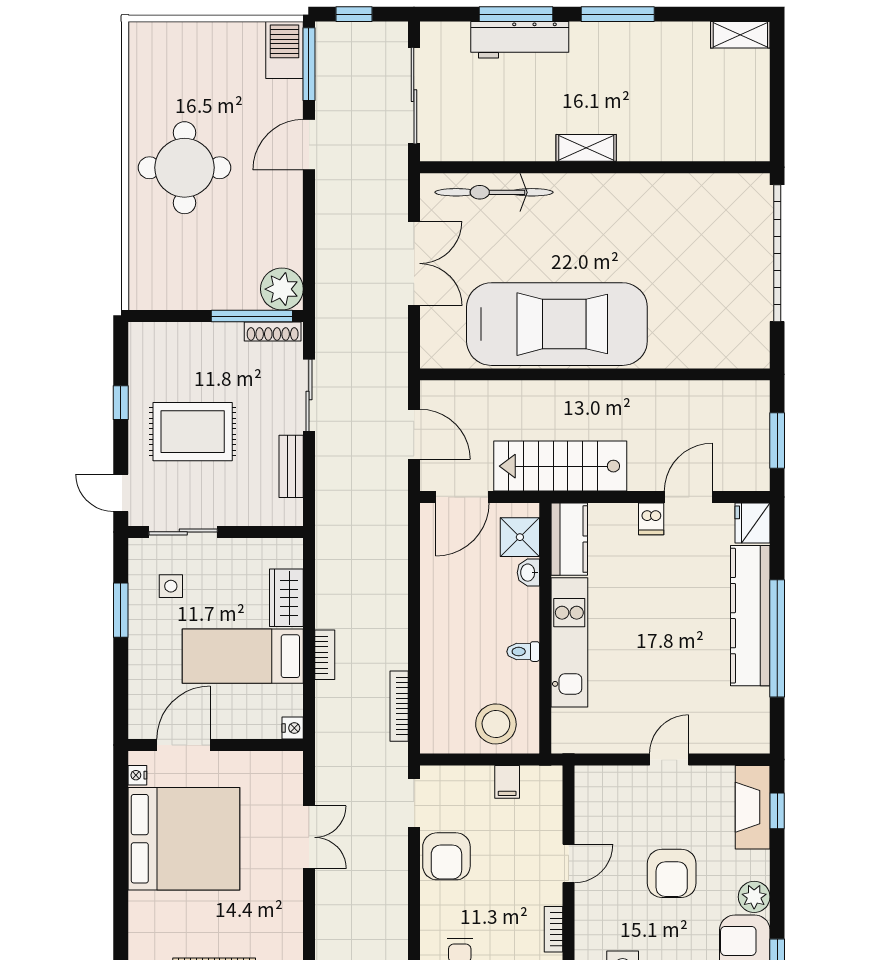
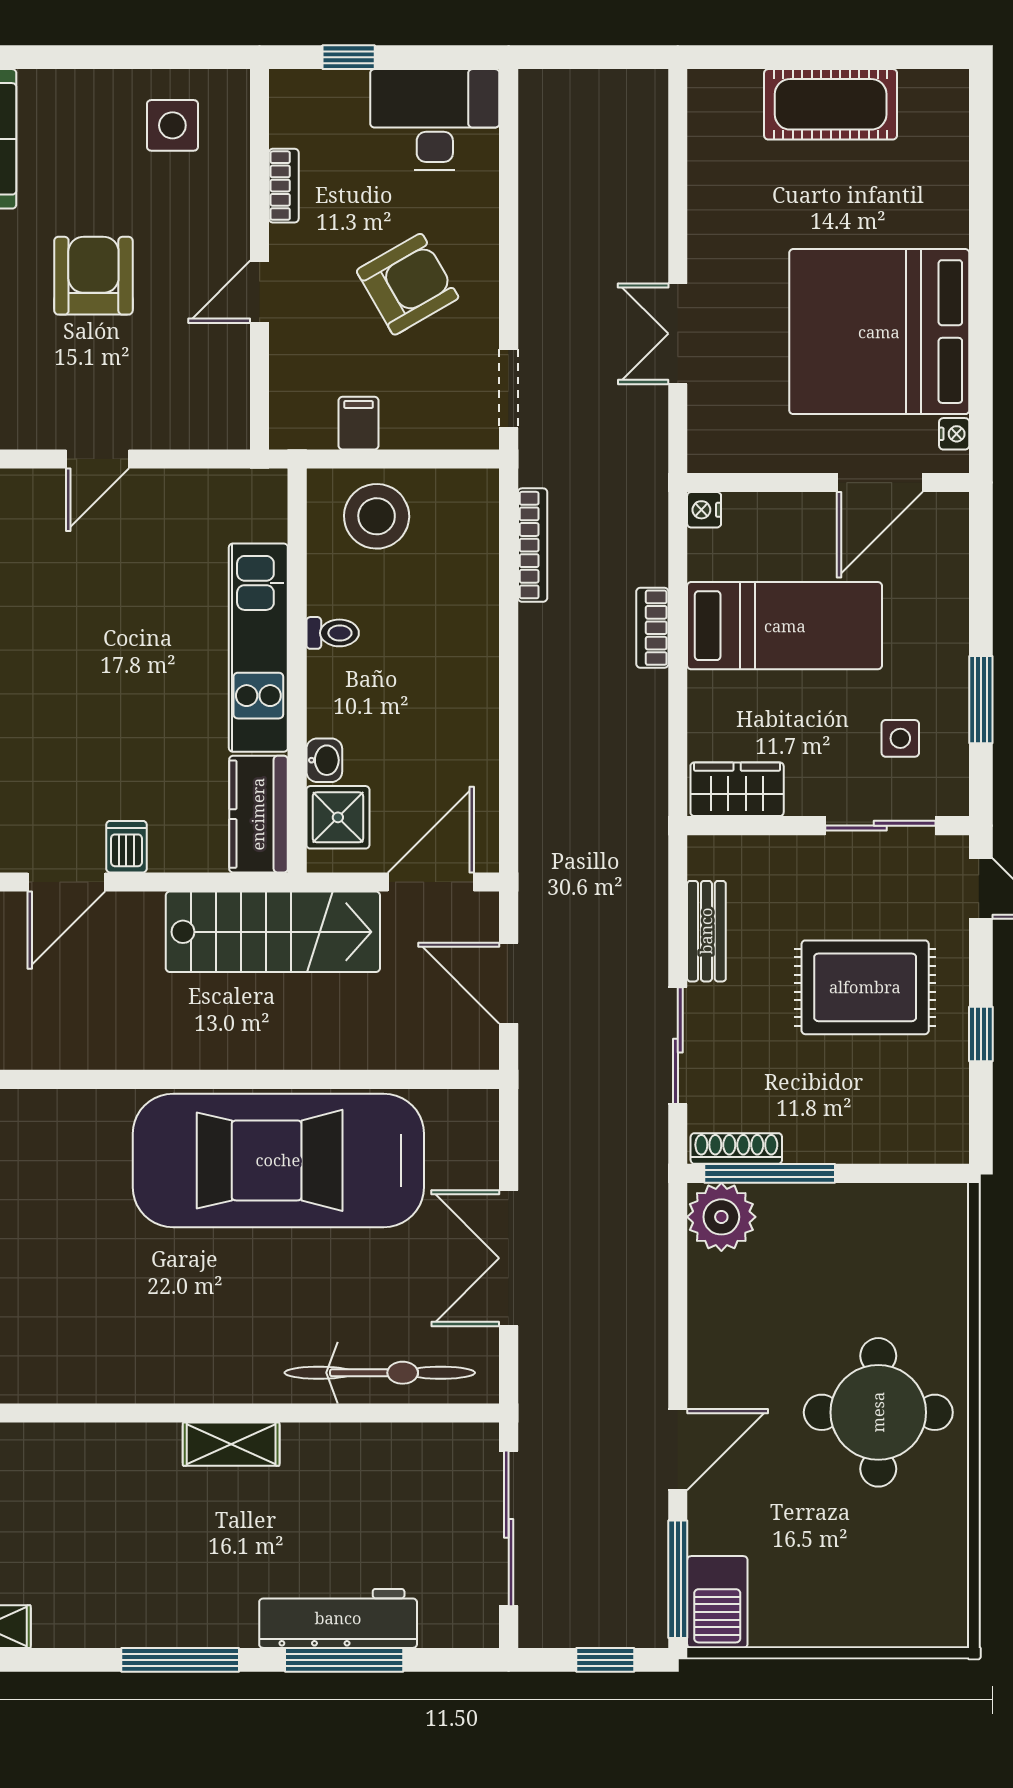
wardrobe: (286, 598) -> (737, 789), moved, turned -90
armchair: (446, 856) -> (408, 284), moved, turned 60

